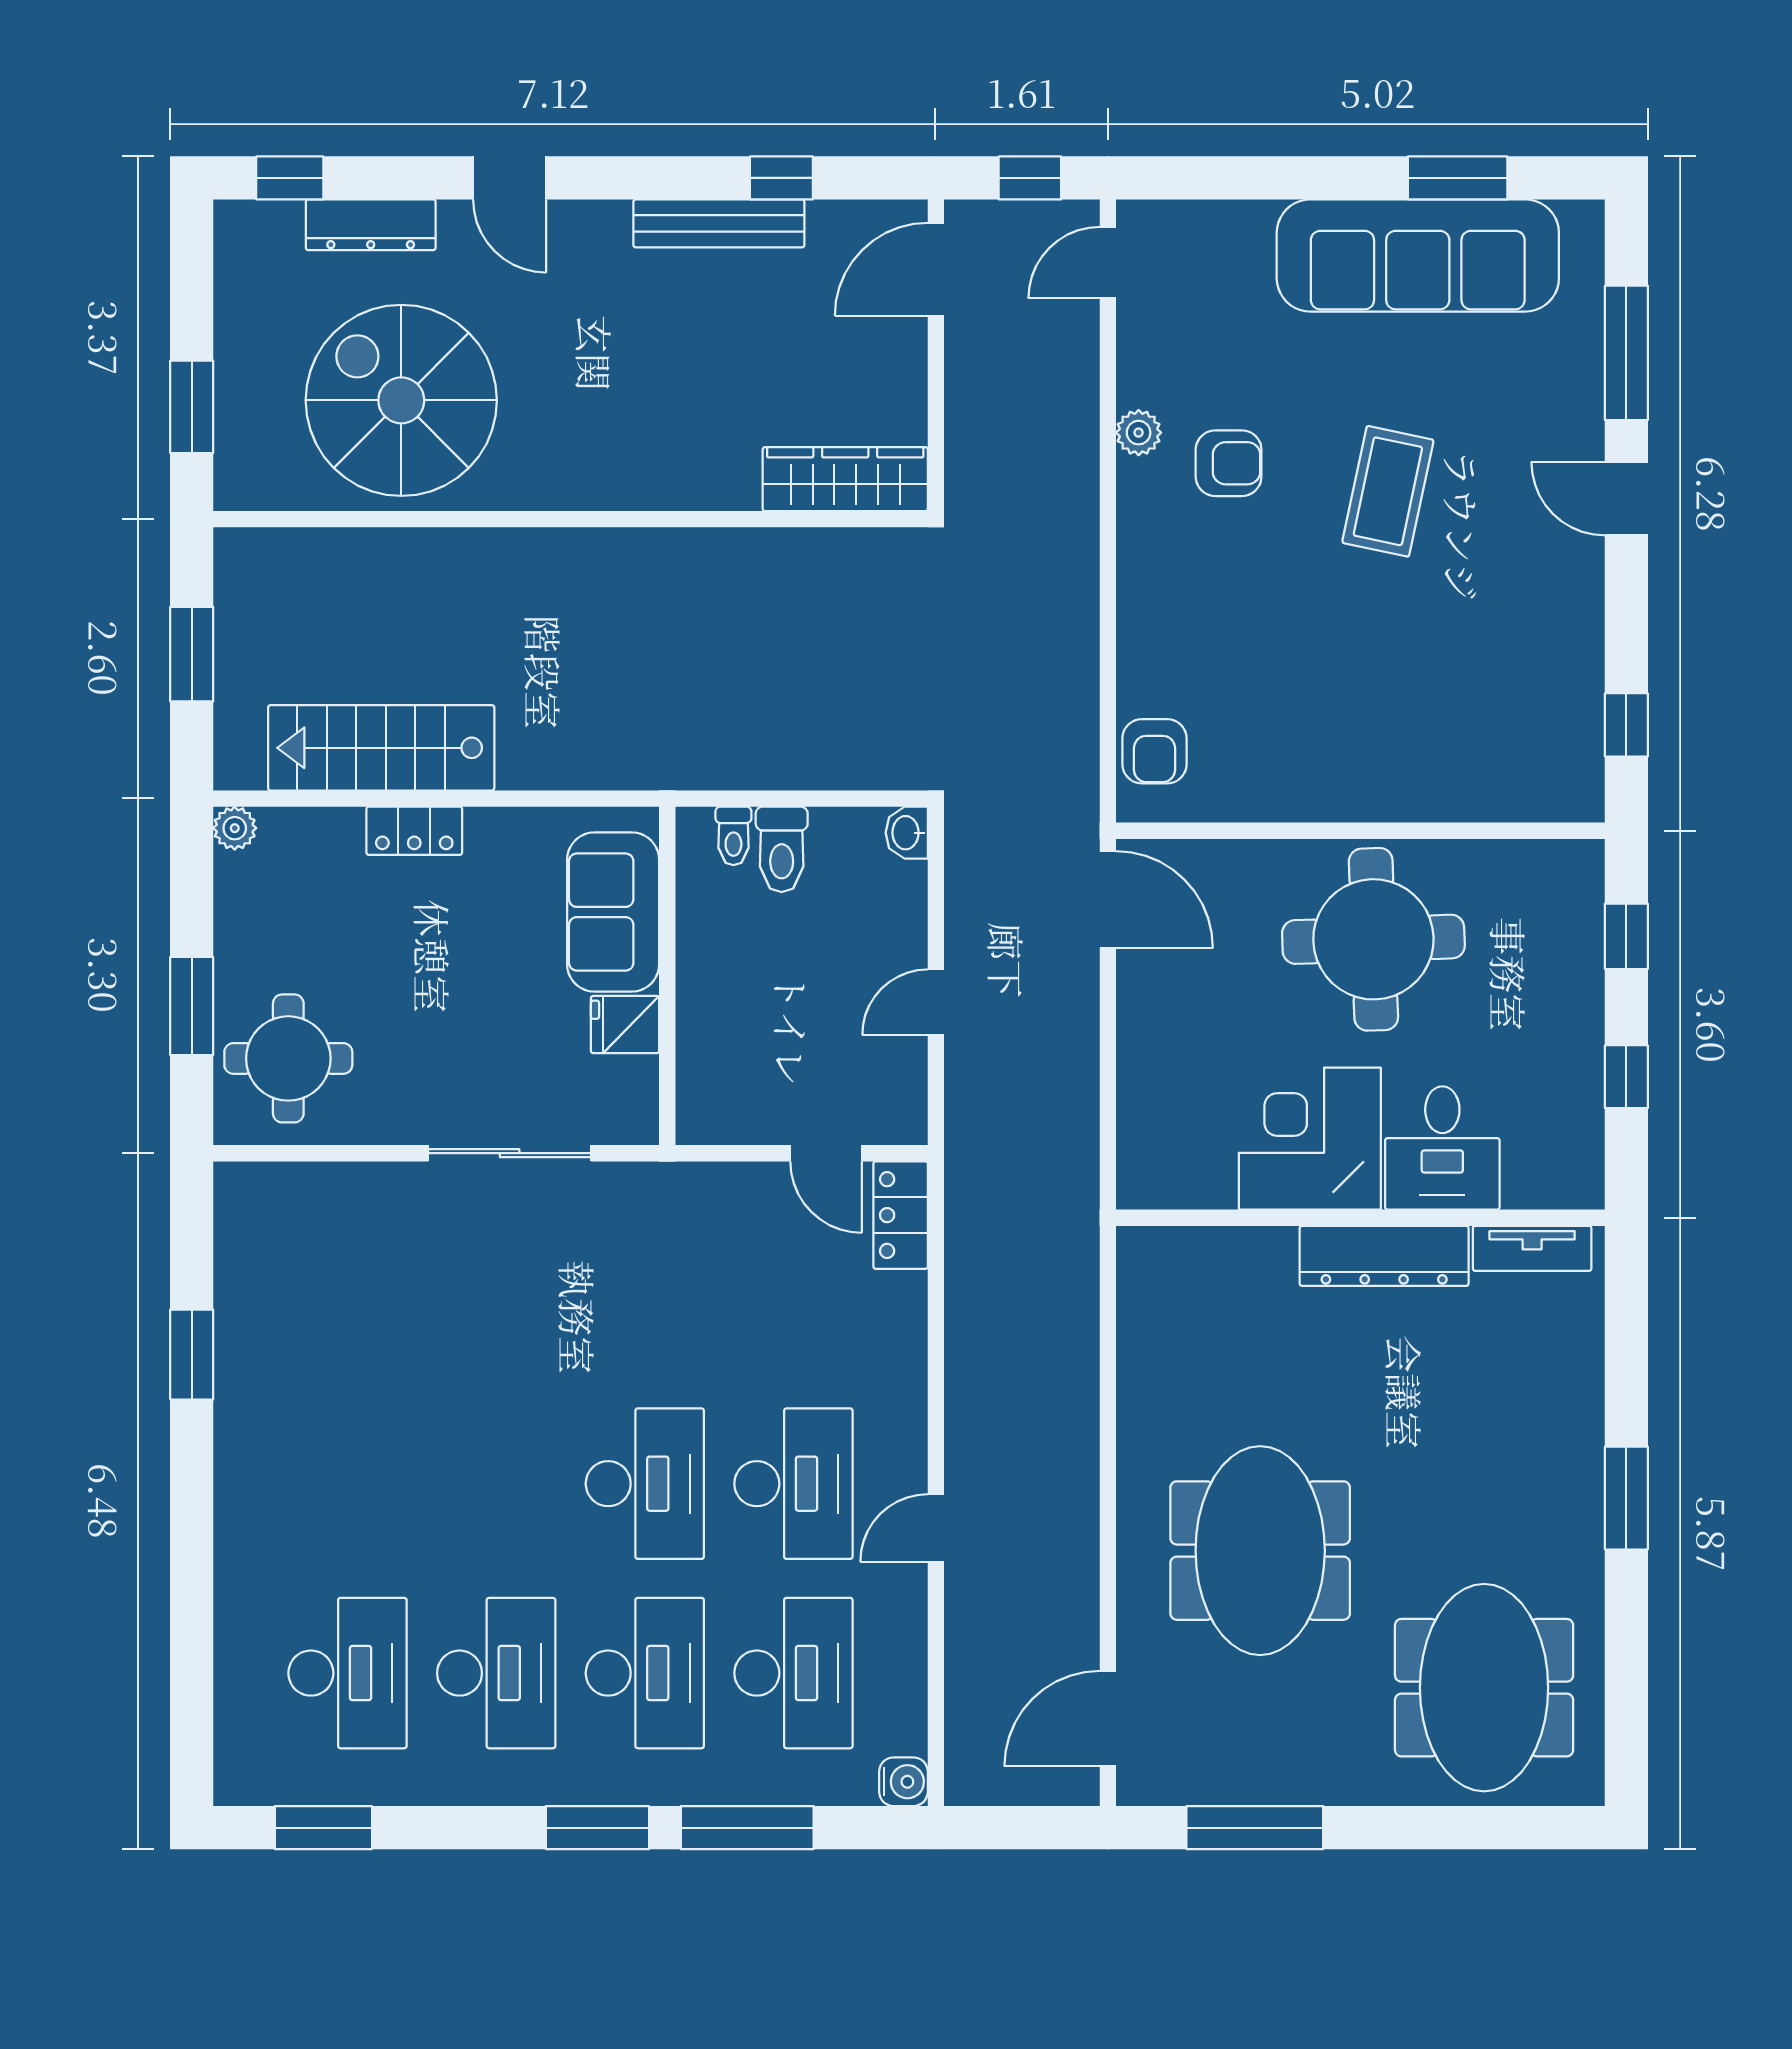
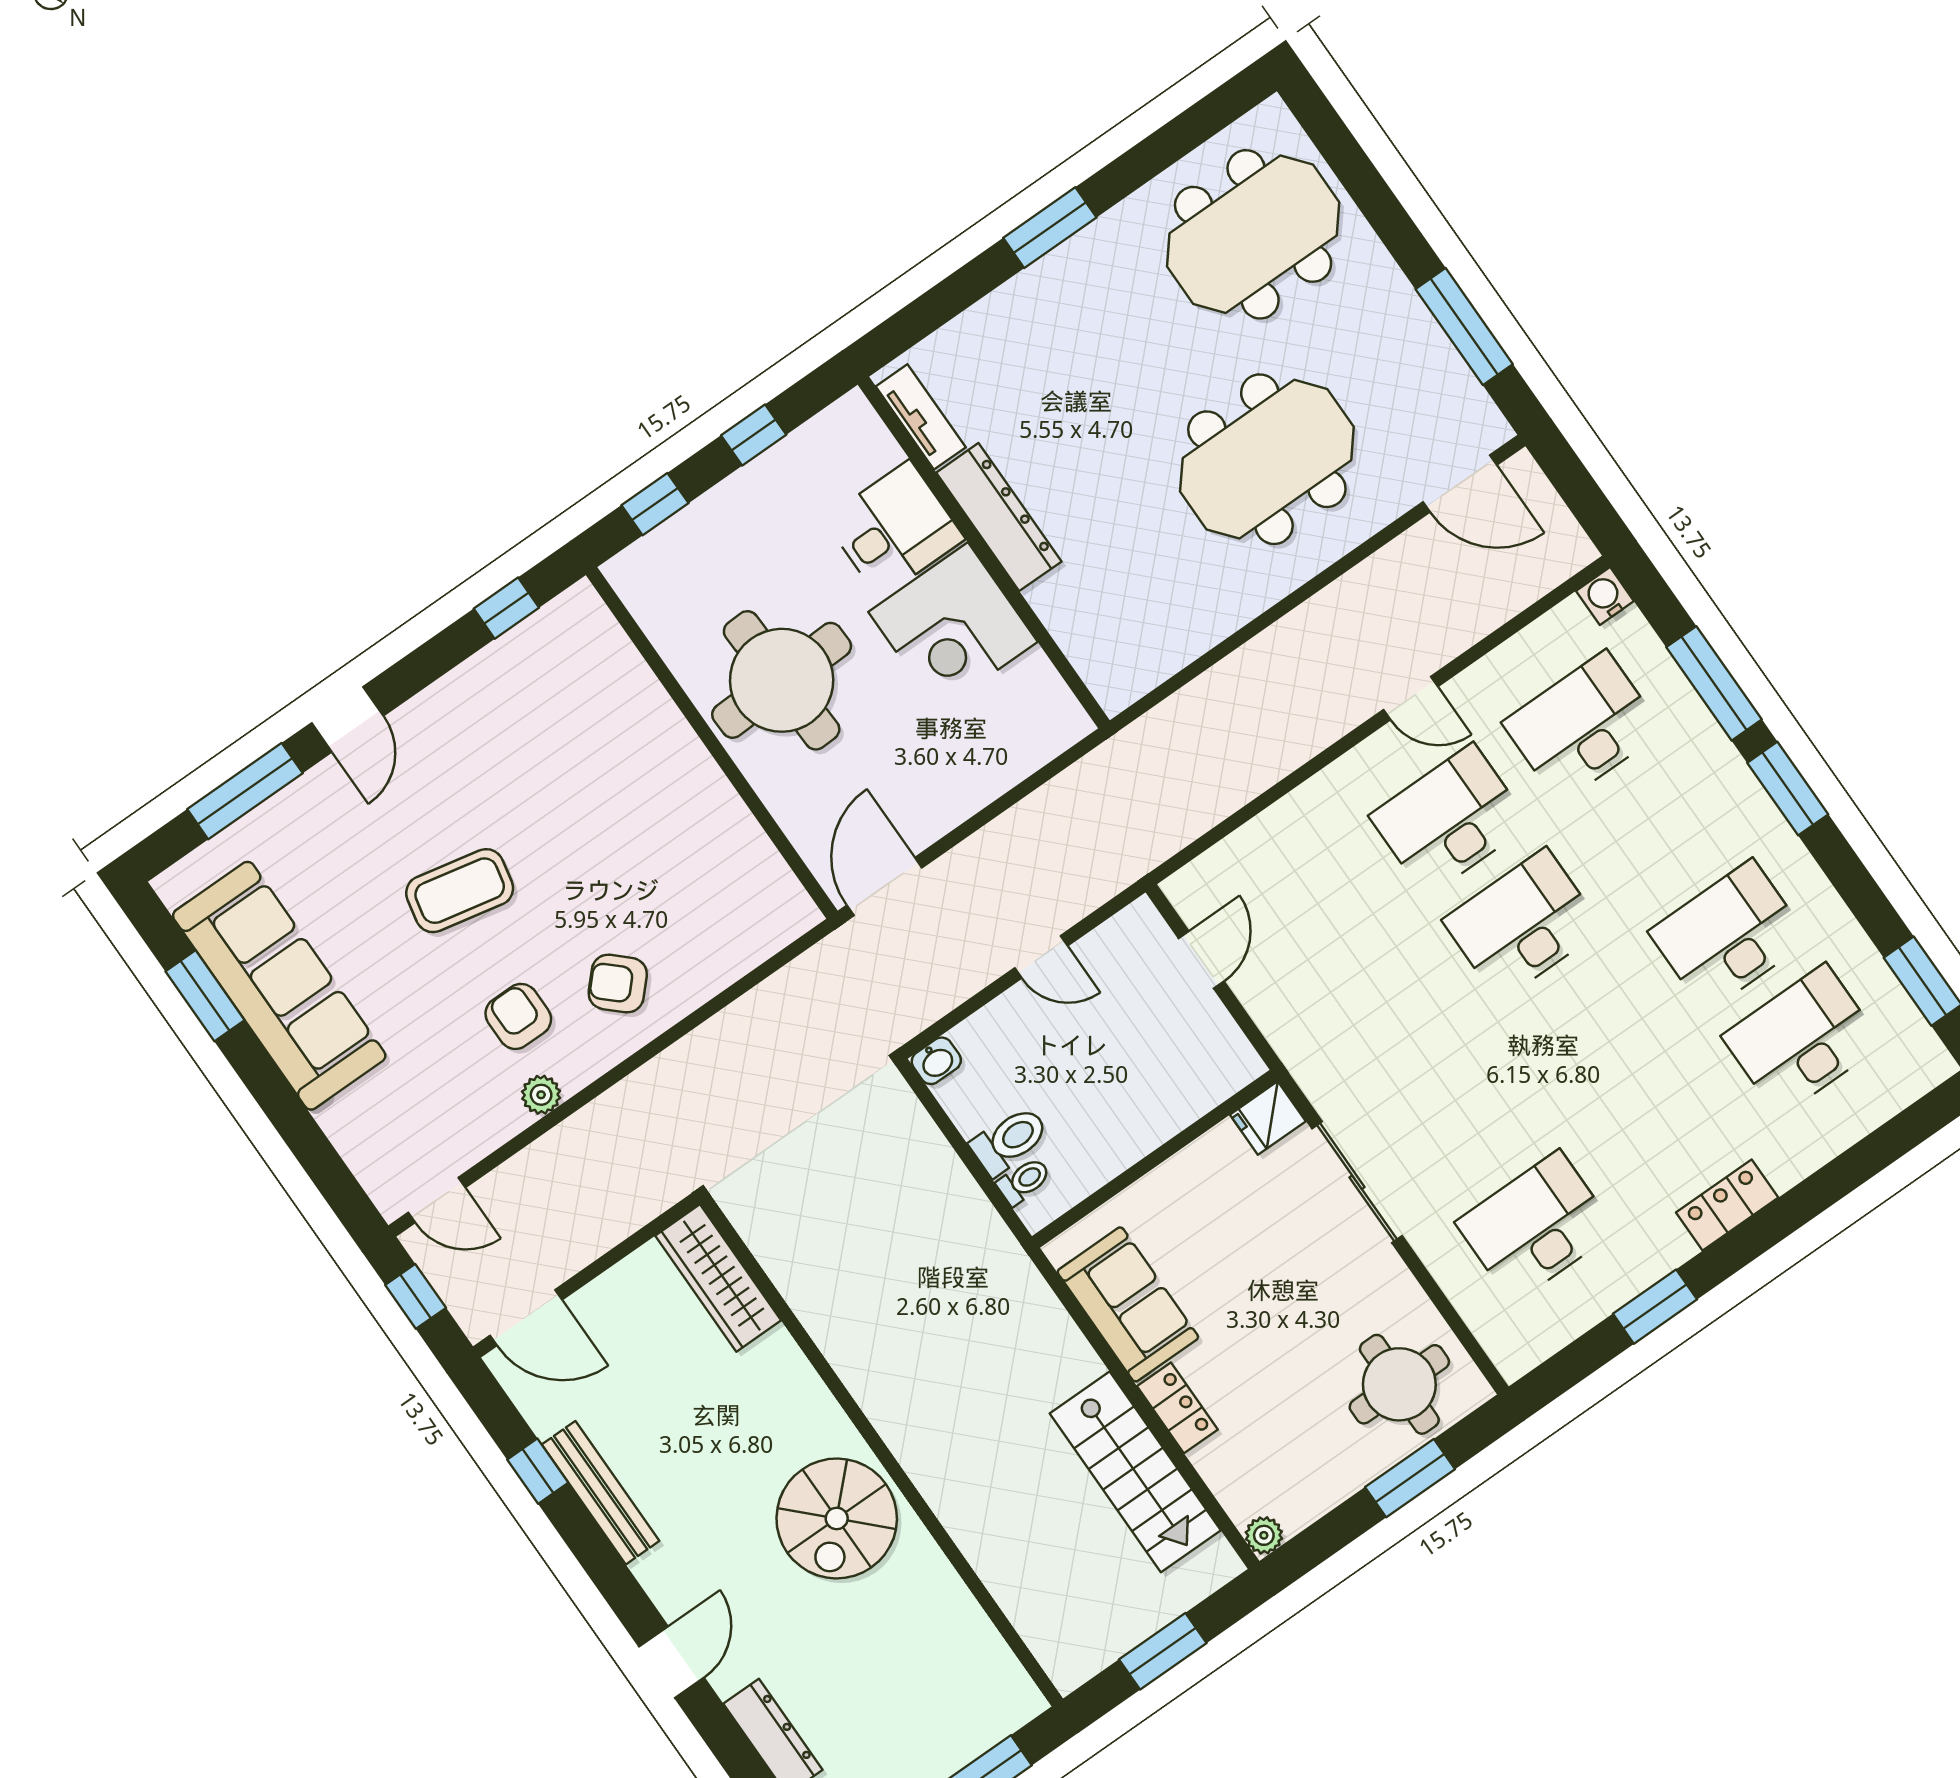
spiral stairs: (401, 400) -> (837, 1518), moved, width x0.73, depth x0.73
armchair: (1154, 751) -> (618, 984), moved, turned -137
sofa: (613, 912) -> (1128, 1304), moved, turned -90
fridge: (625, 1025) -> (1268, 1118), moved, turned 90
locker: (901, 1215) -> (1727, 1205), moved, turned 180
desk: (645, 1673) -> (1536, 1227), moved

